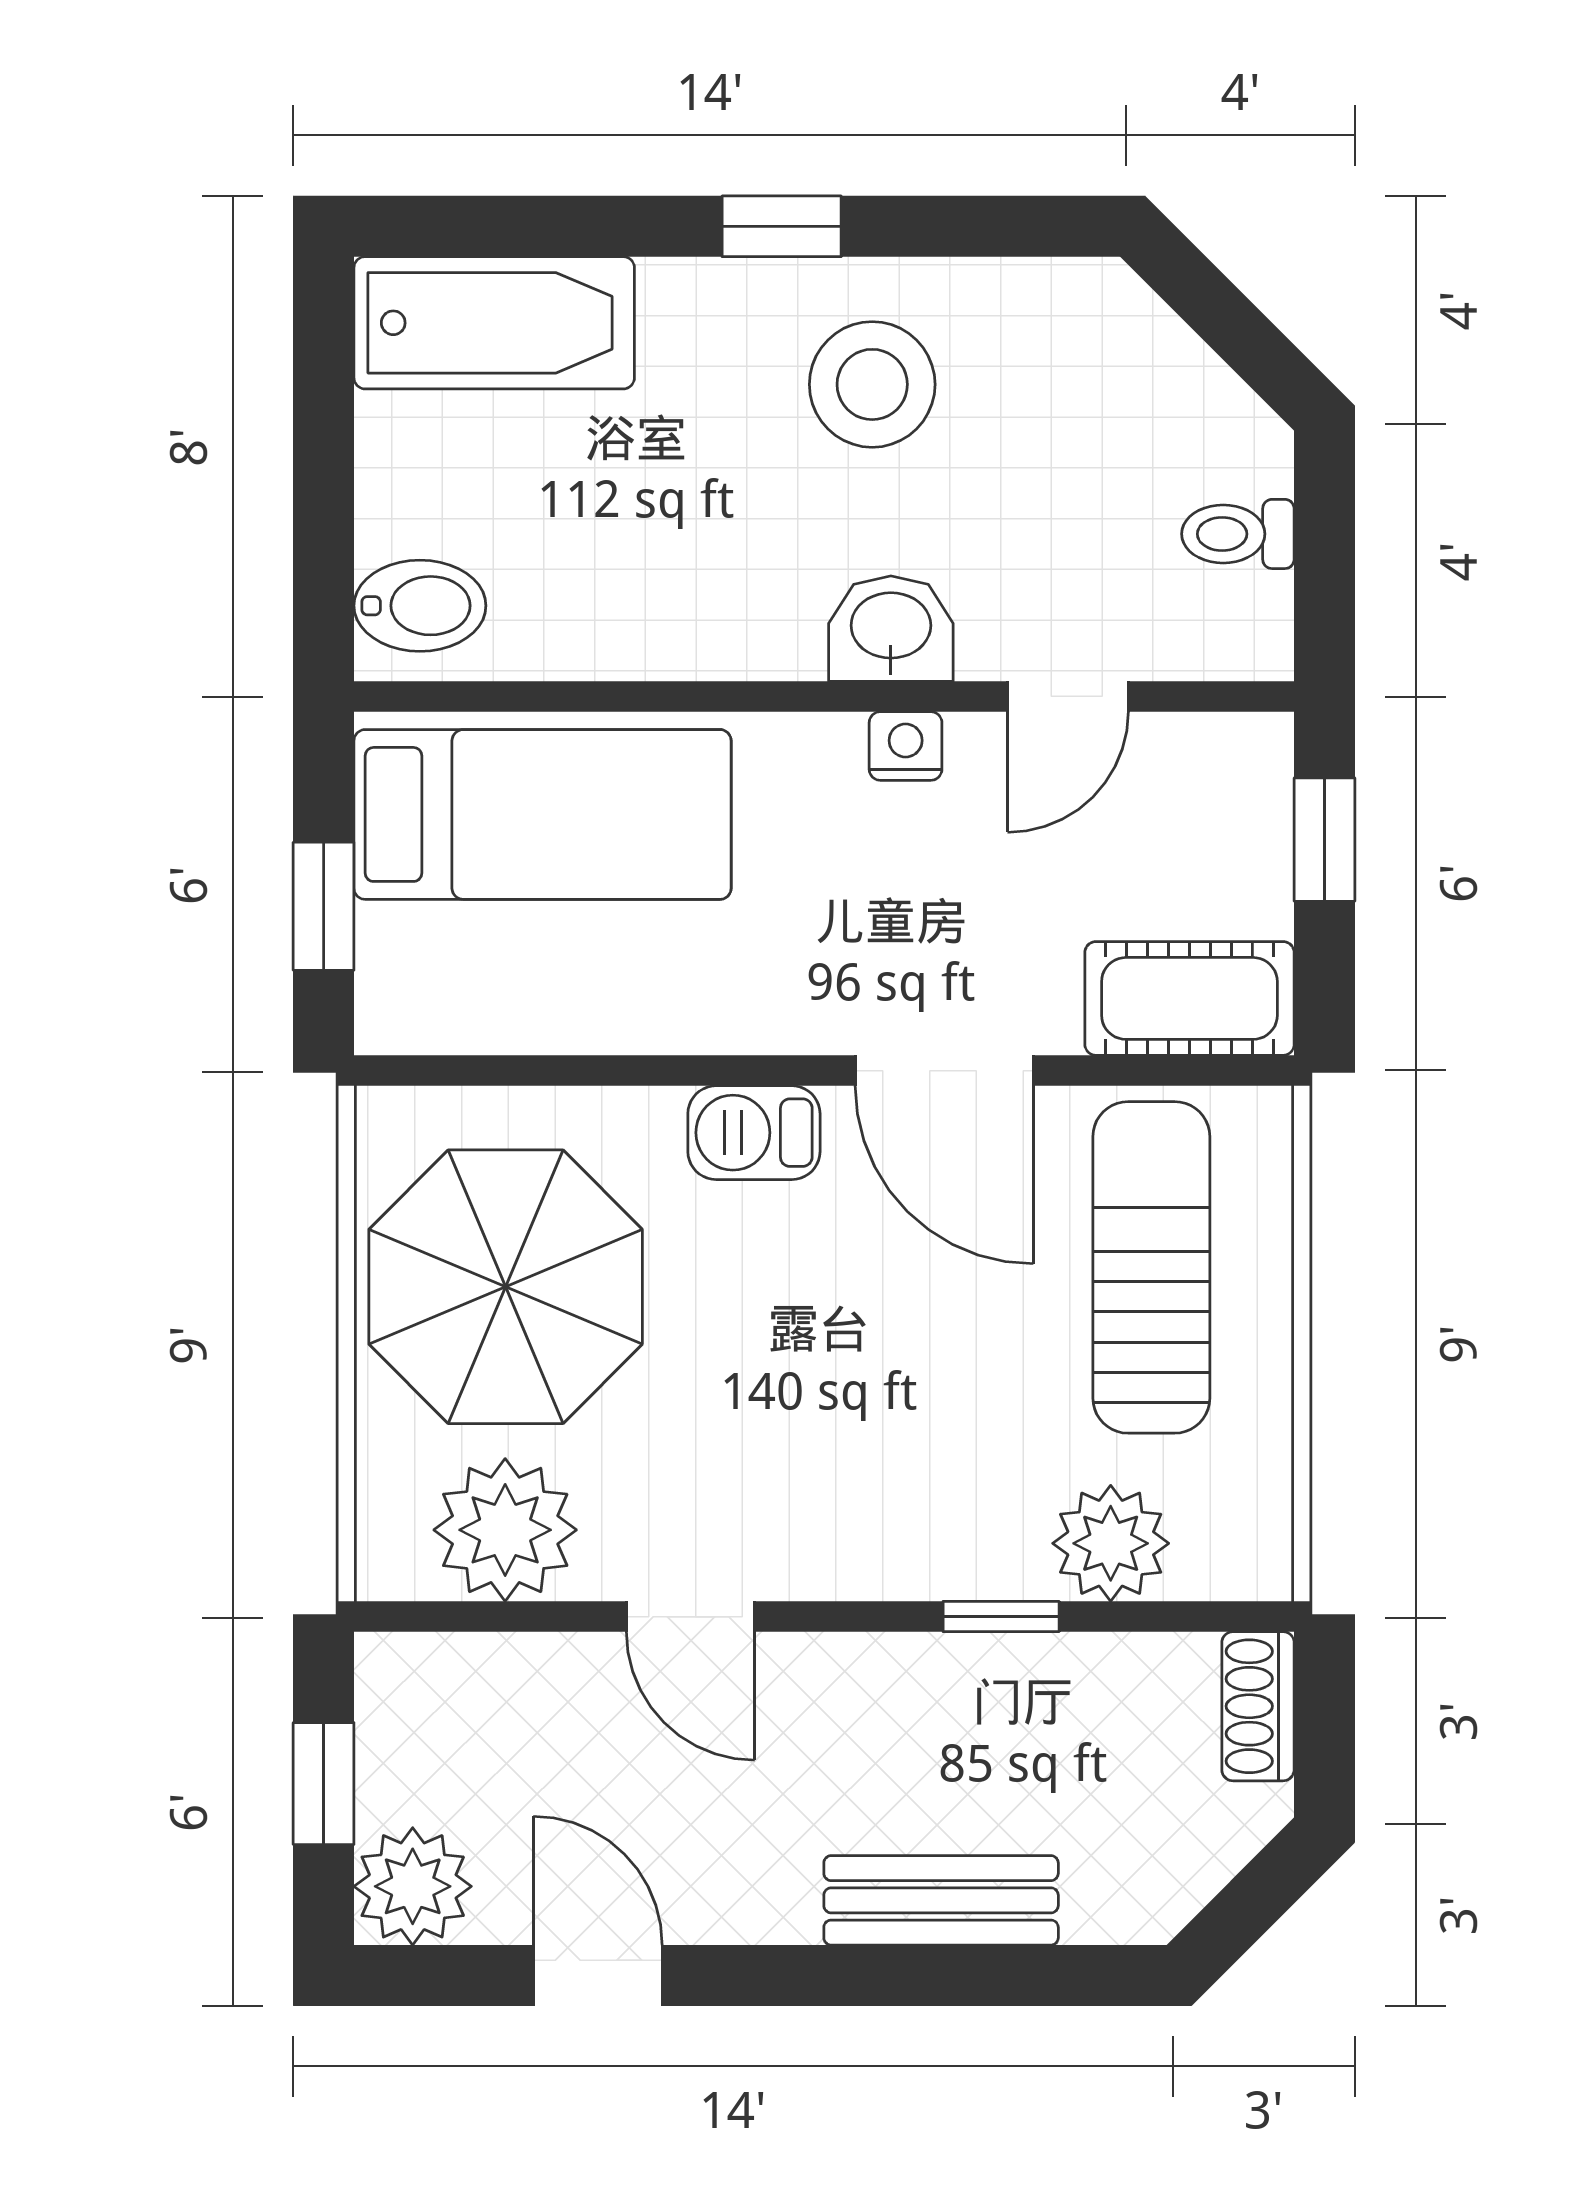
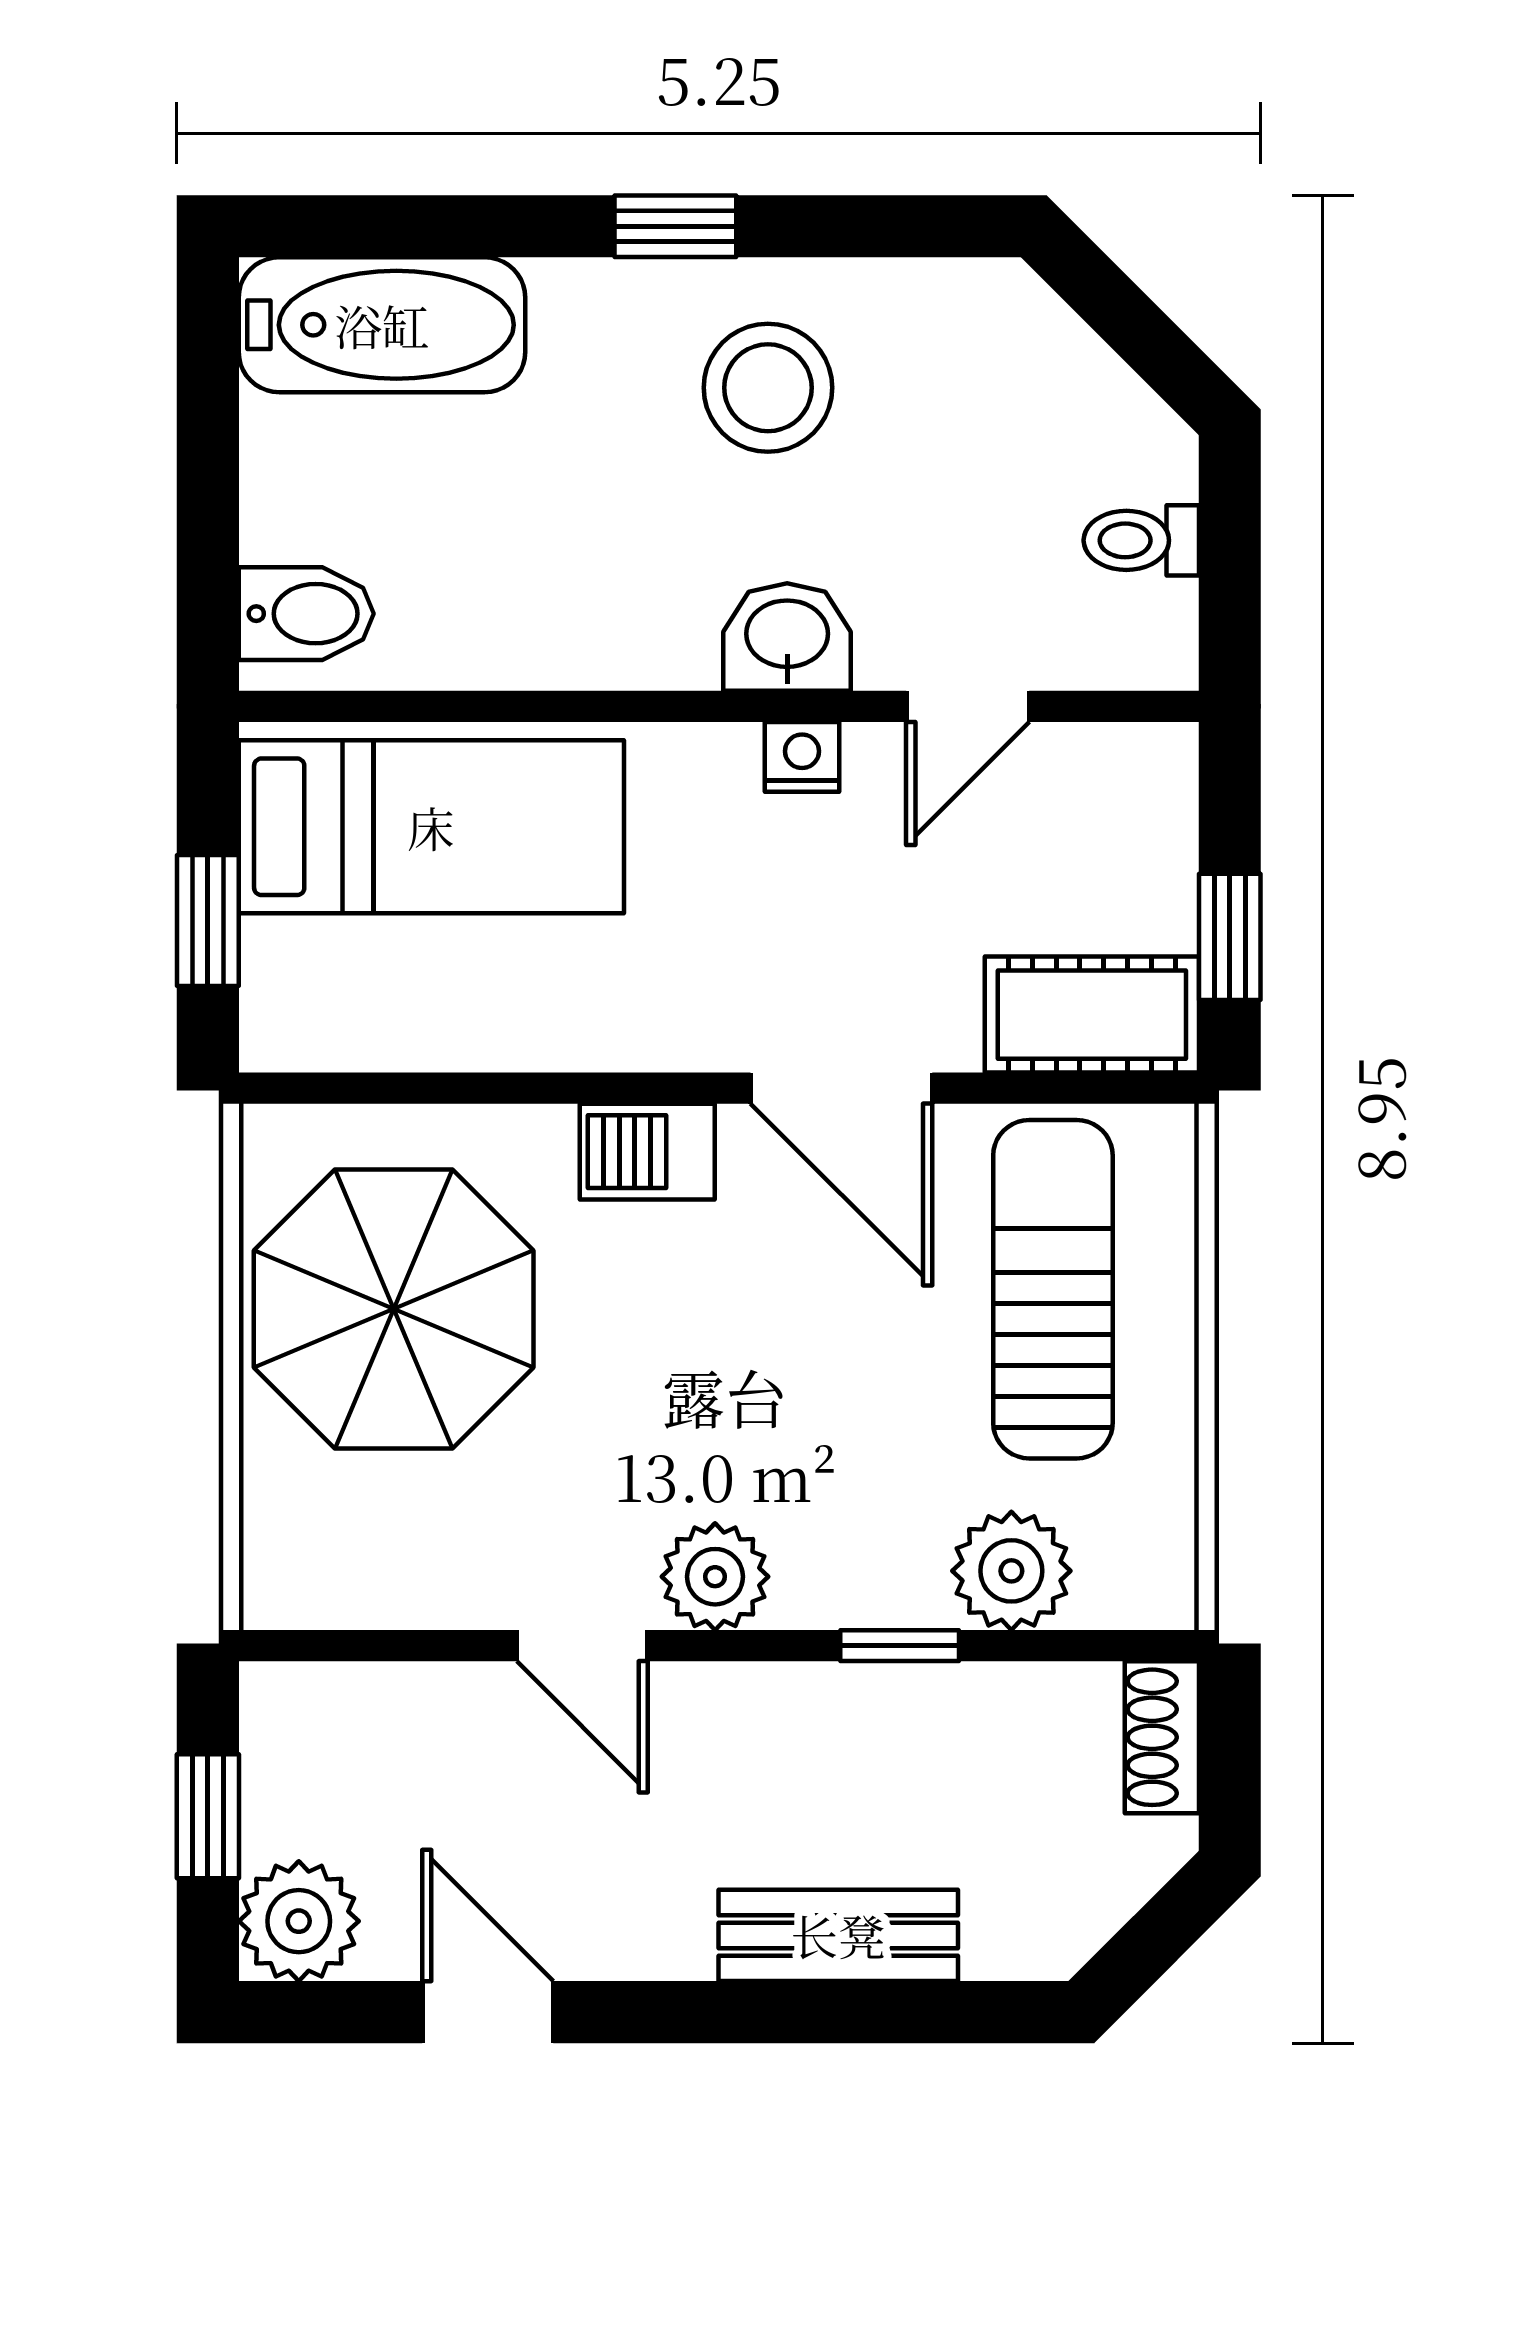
window: (1325, 840) -> (1230, 937), moved
plant: (505, 1530) -> (715, 1577), moved, width x0.73, depth x0.73

